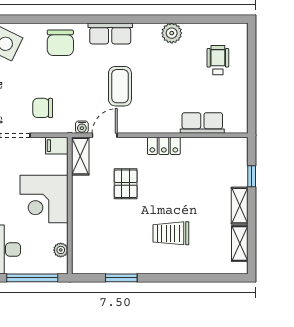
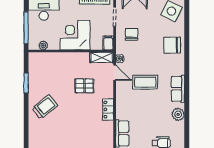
row of seats: (110, 33) -> (178, 89), moved
trolley: (171, 233) -> (45, 107), moved, turned 51

